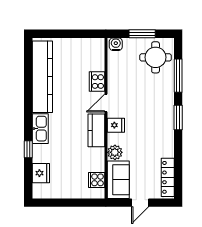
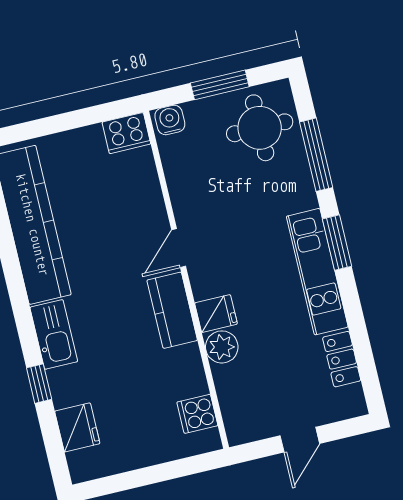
cooker: (97, 82) -> (126, 133), moved, turned -90
fridge: (116, 125) -> (216, 313), moved
kitchen unit: (166, 129) -> (317, 272), added
locker: (168, 177) -> (342, 359), width x0.66
sofa: (118, 180) -> (242, 403), removed

